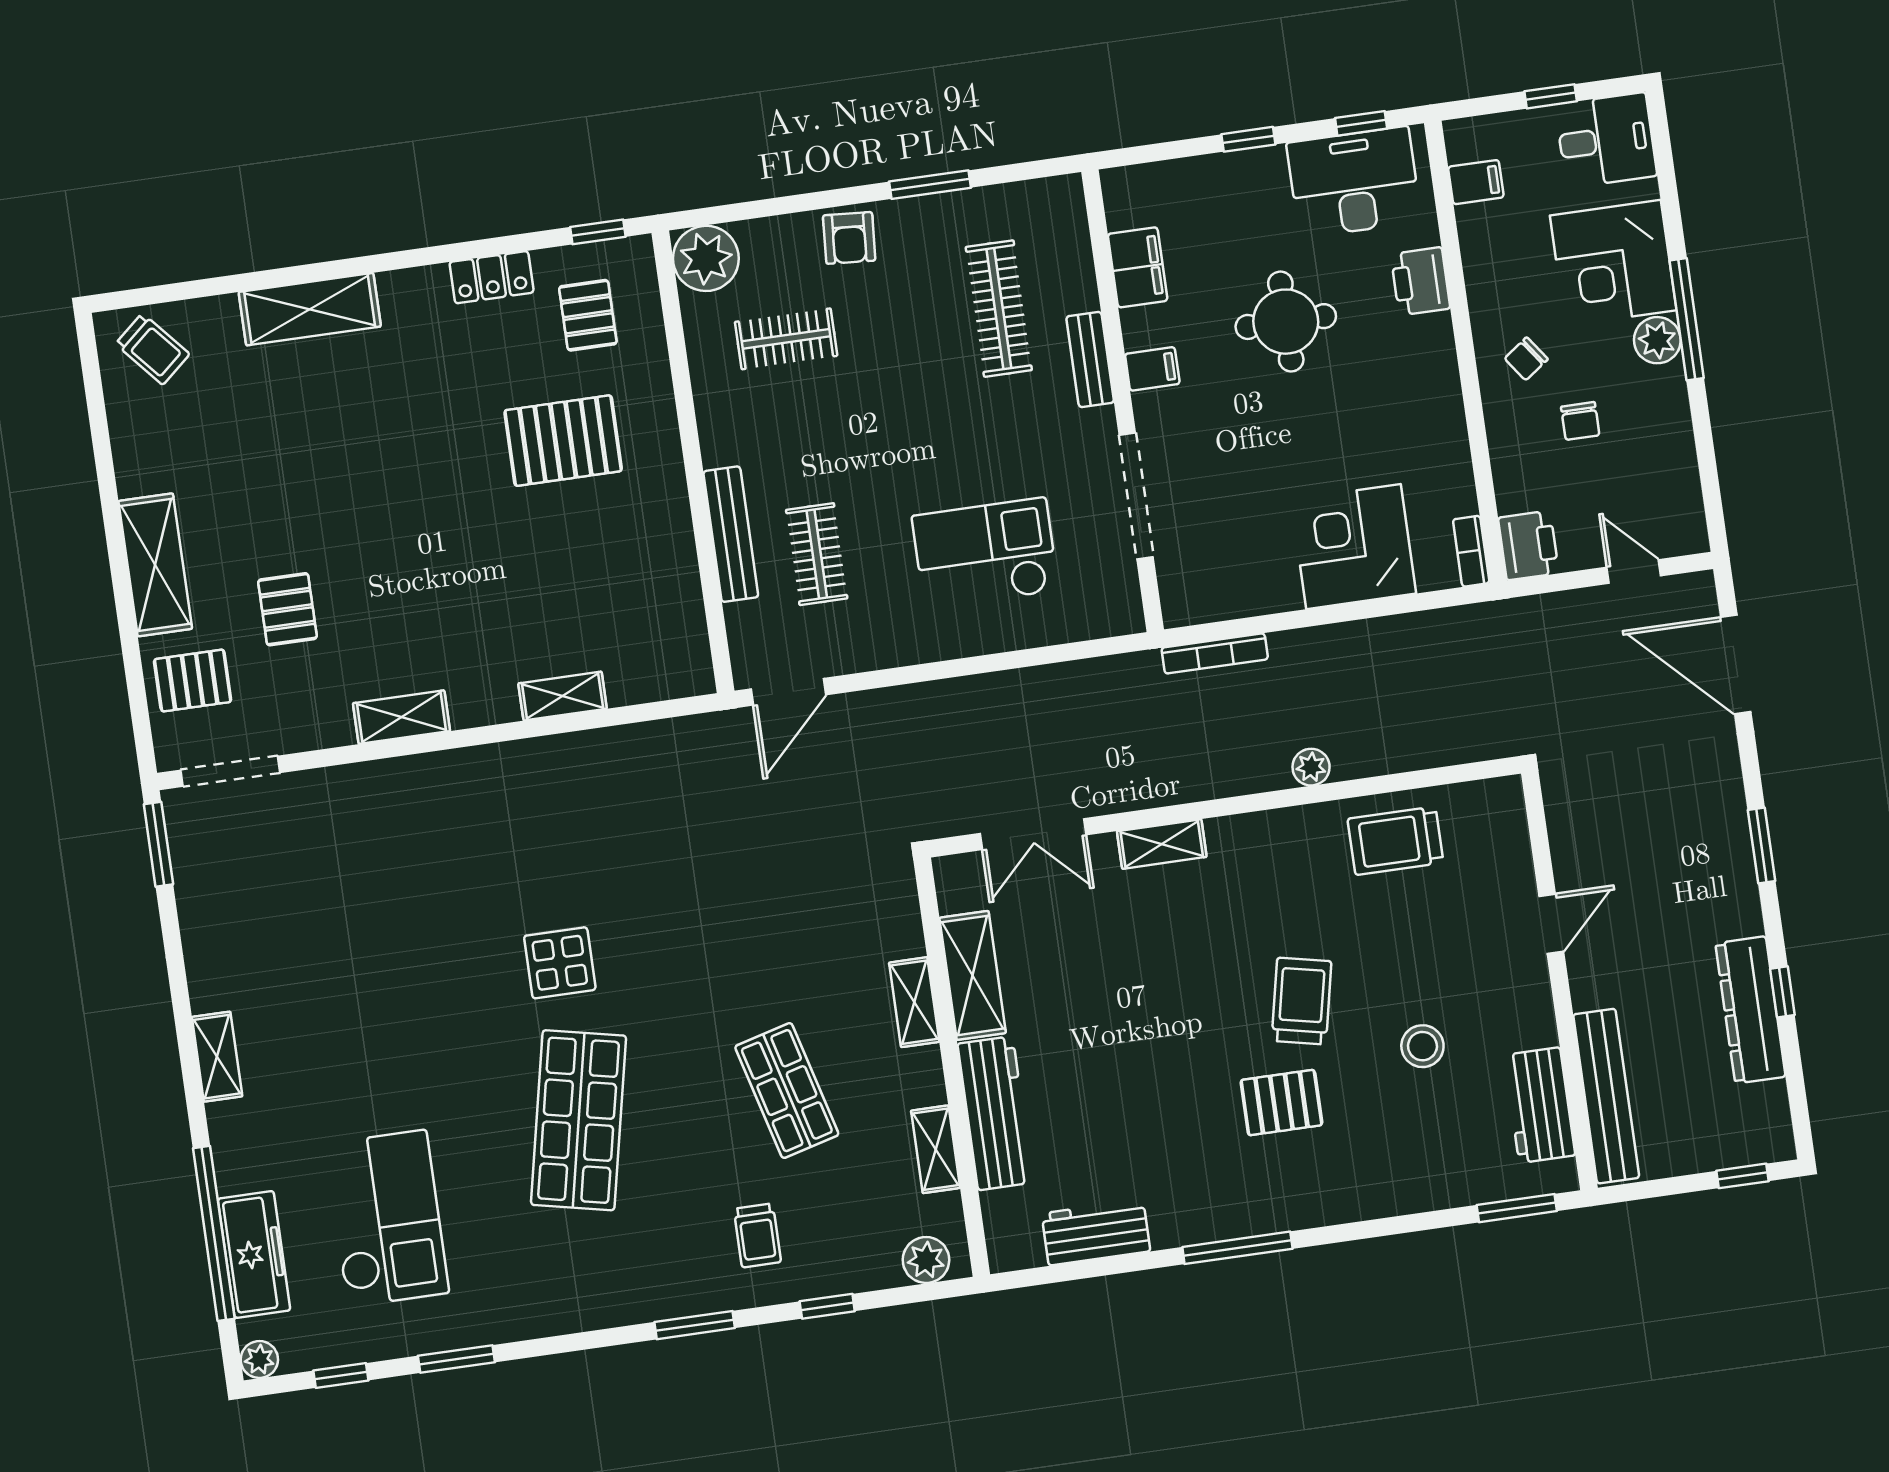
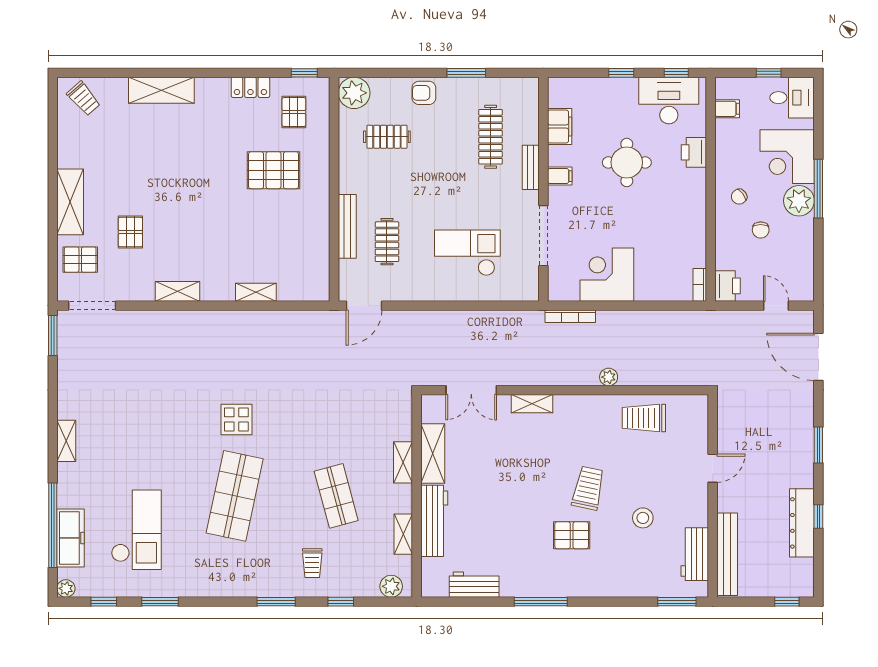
armchair: (849, 238) -> (424, 93), turned 86
plant: (1657, 340) -> (799, 201), width x1.36, depth x1.36
corner desk: (1353, 547) -> (607, 275), moved

